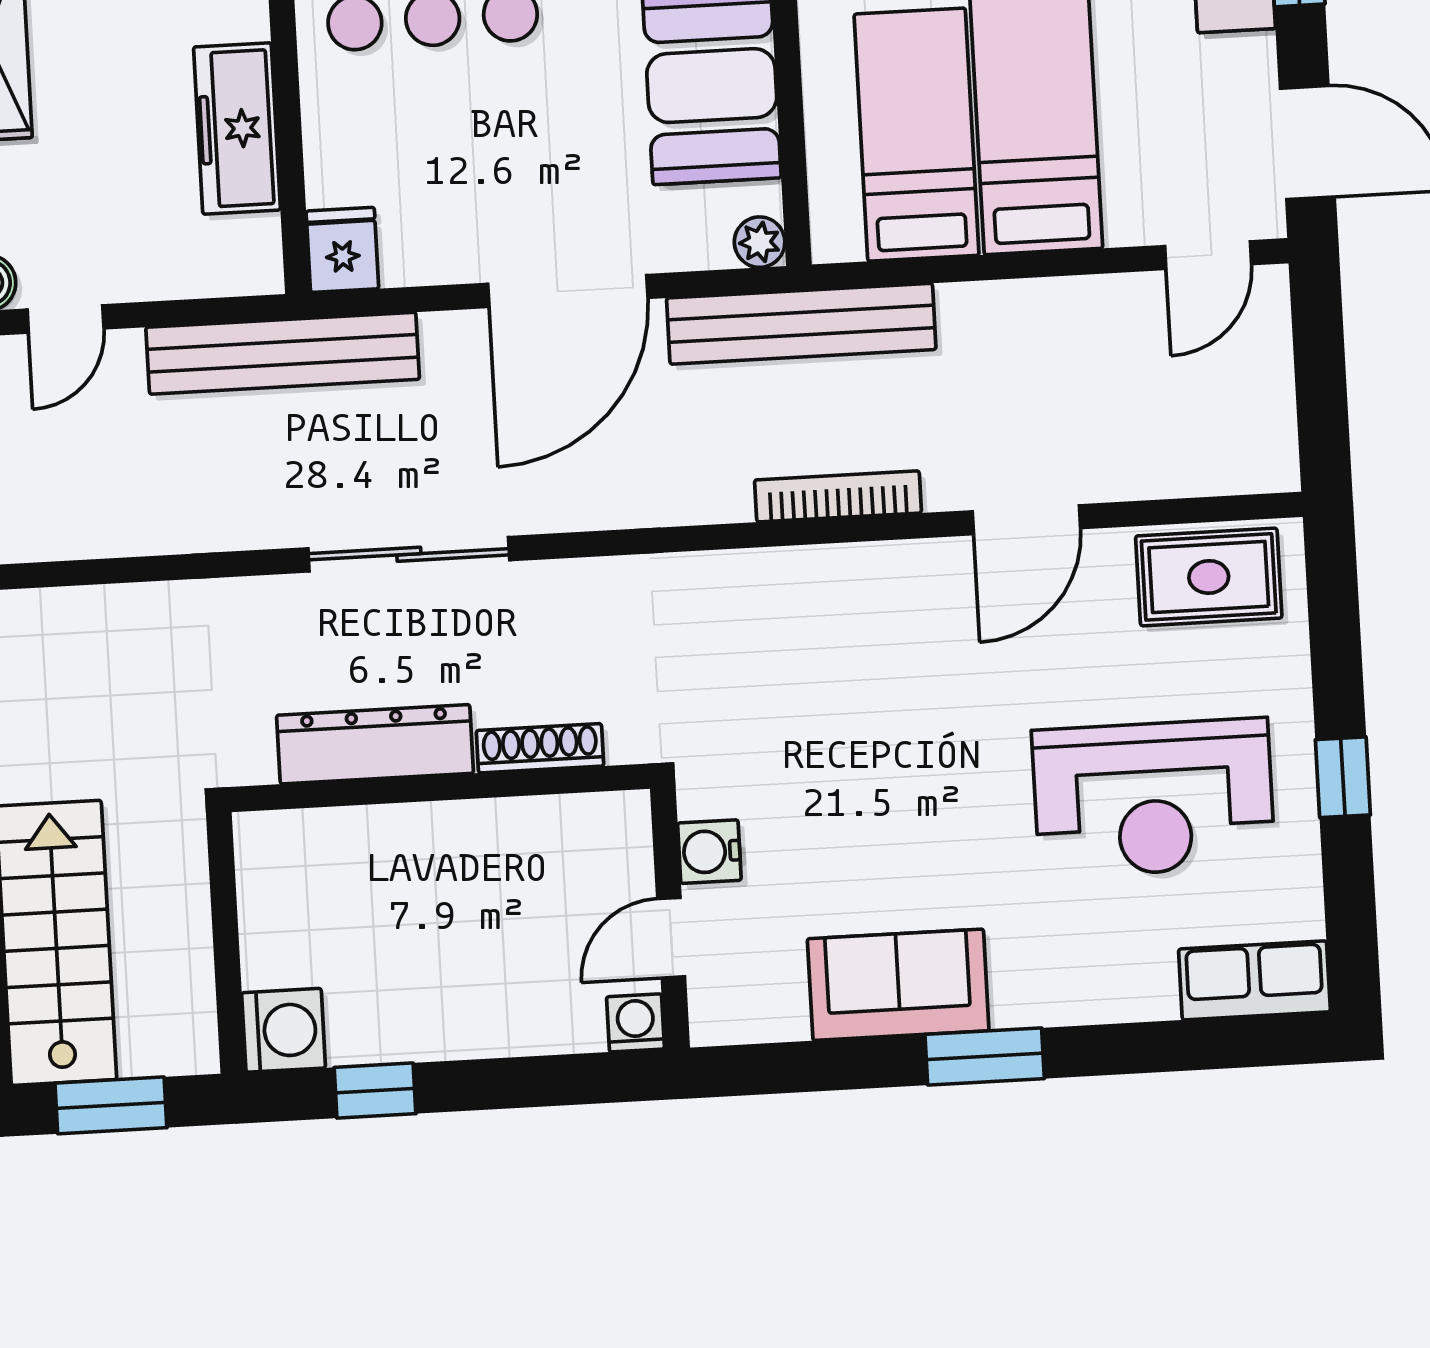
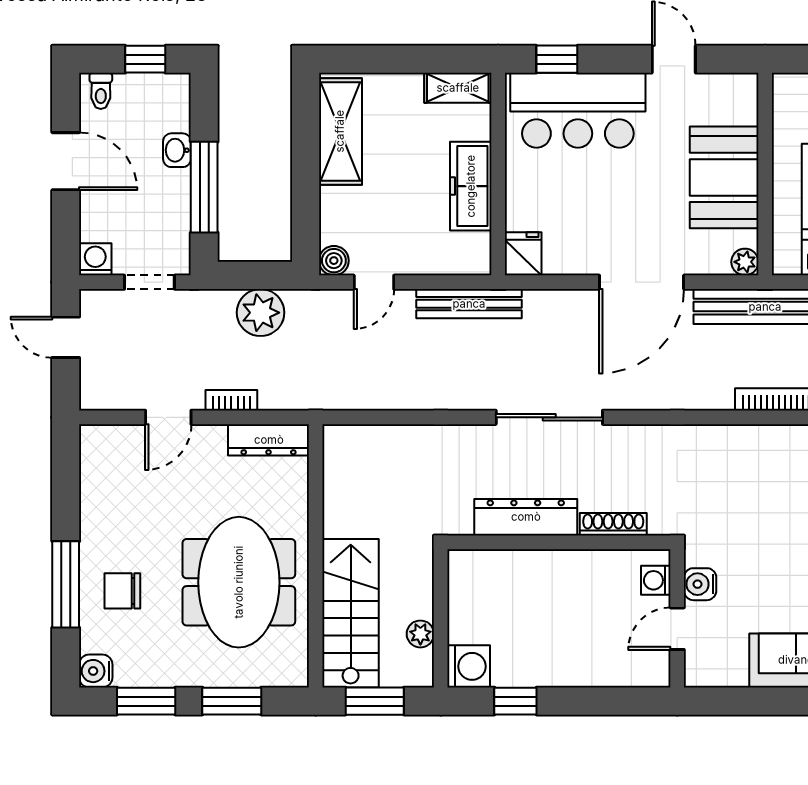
bench: (283, 353) -> (469, 304), width x0.73, depth x0.82
plant: (190, 975) -> (420, 634), added
washing machine: (635, 1023) -> (656, 580), moved, turned -90

